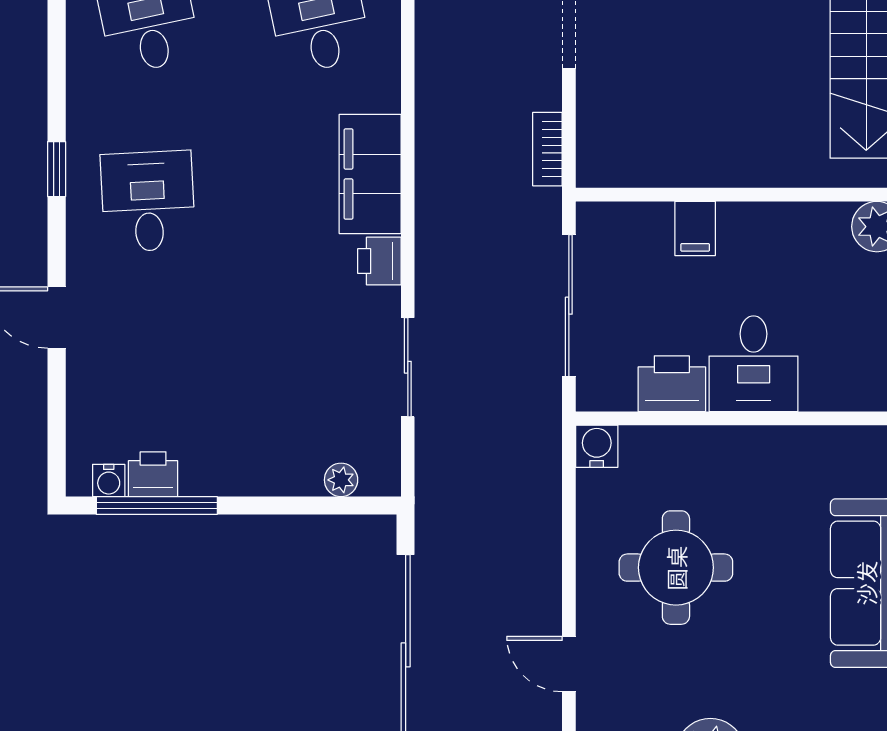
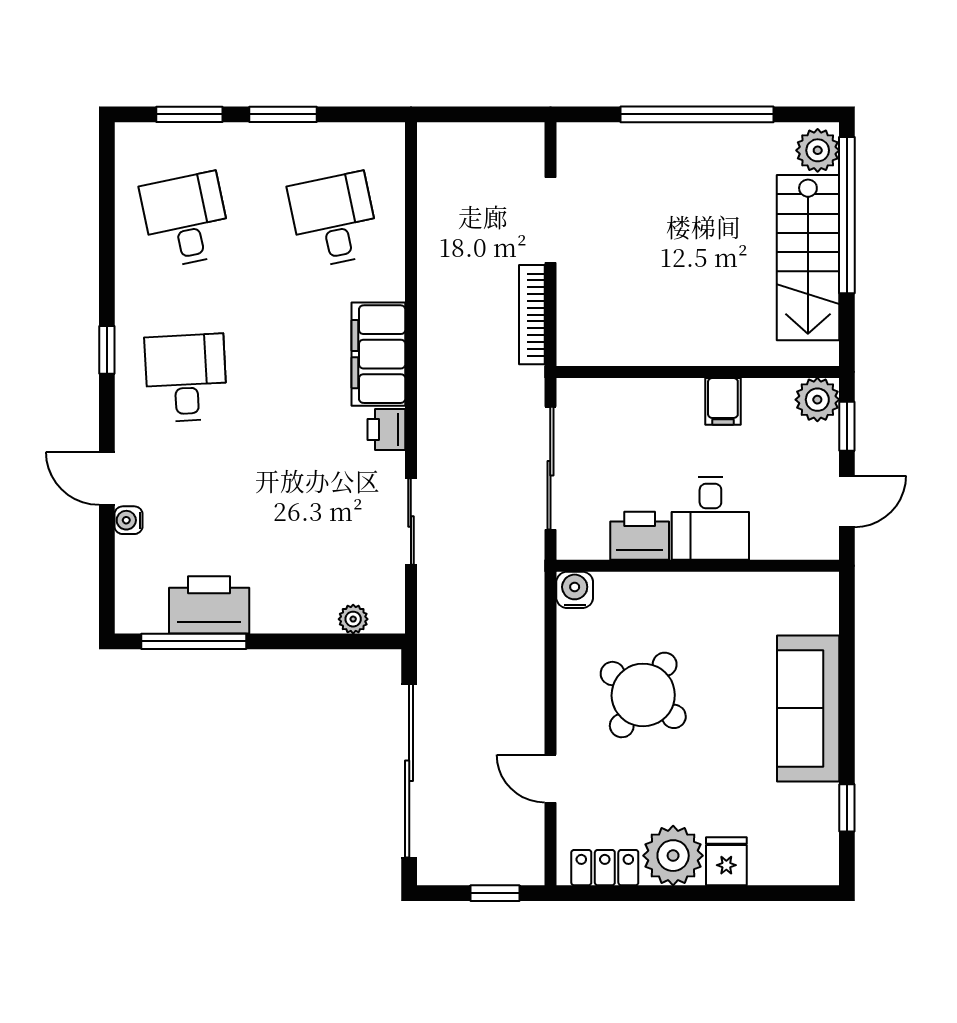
bookcase: (547, 149) -> (532, 315), width x1.56
filing cabinet: (695, 228) -> (723, 401), moved
printer: (153, 474) -> (209, 605), width x1.87, depth x1.48
water cooler: (109, 480) -> (129, 520), moved, turned 90
round table: (676, 568) -> (643, 695), turned 35

